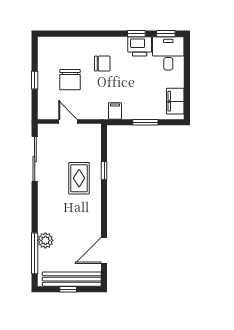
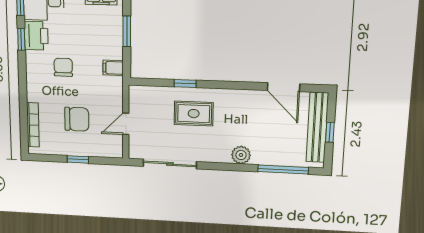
bookcase: (63, 42) -> (33, 125), added
chair: (102, 64) -> (63, 67), moved
plant: (45, 240) -> (241, 155), moved

